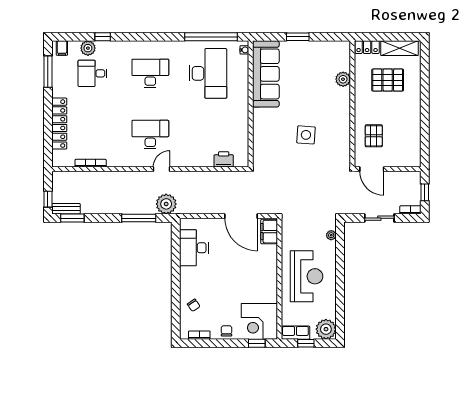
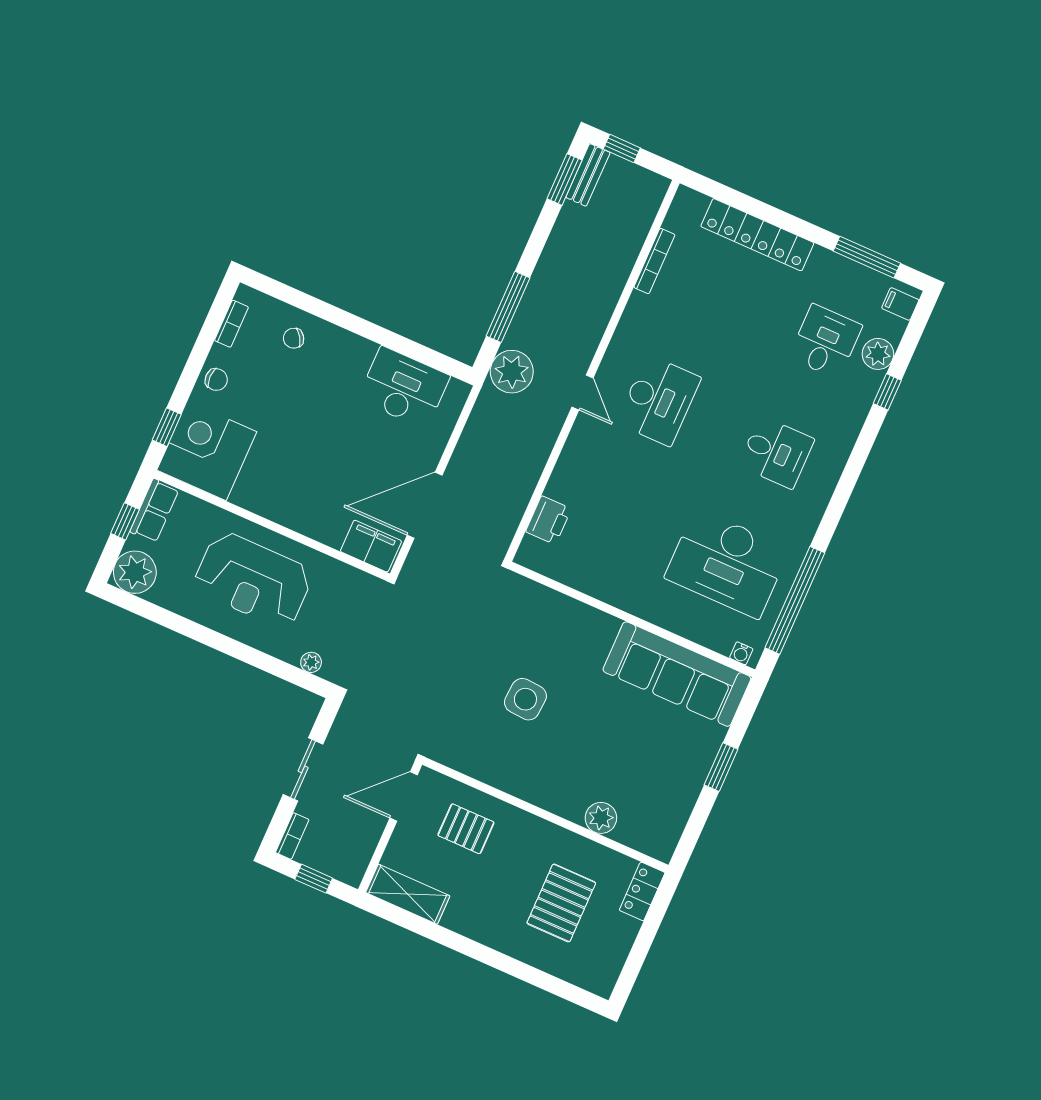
shelving: (399, 48) -> (408, 894), moved, turned 90
desk: (150, 73) -> (776, 452), width x0.73

